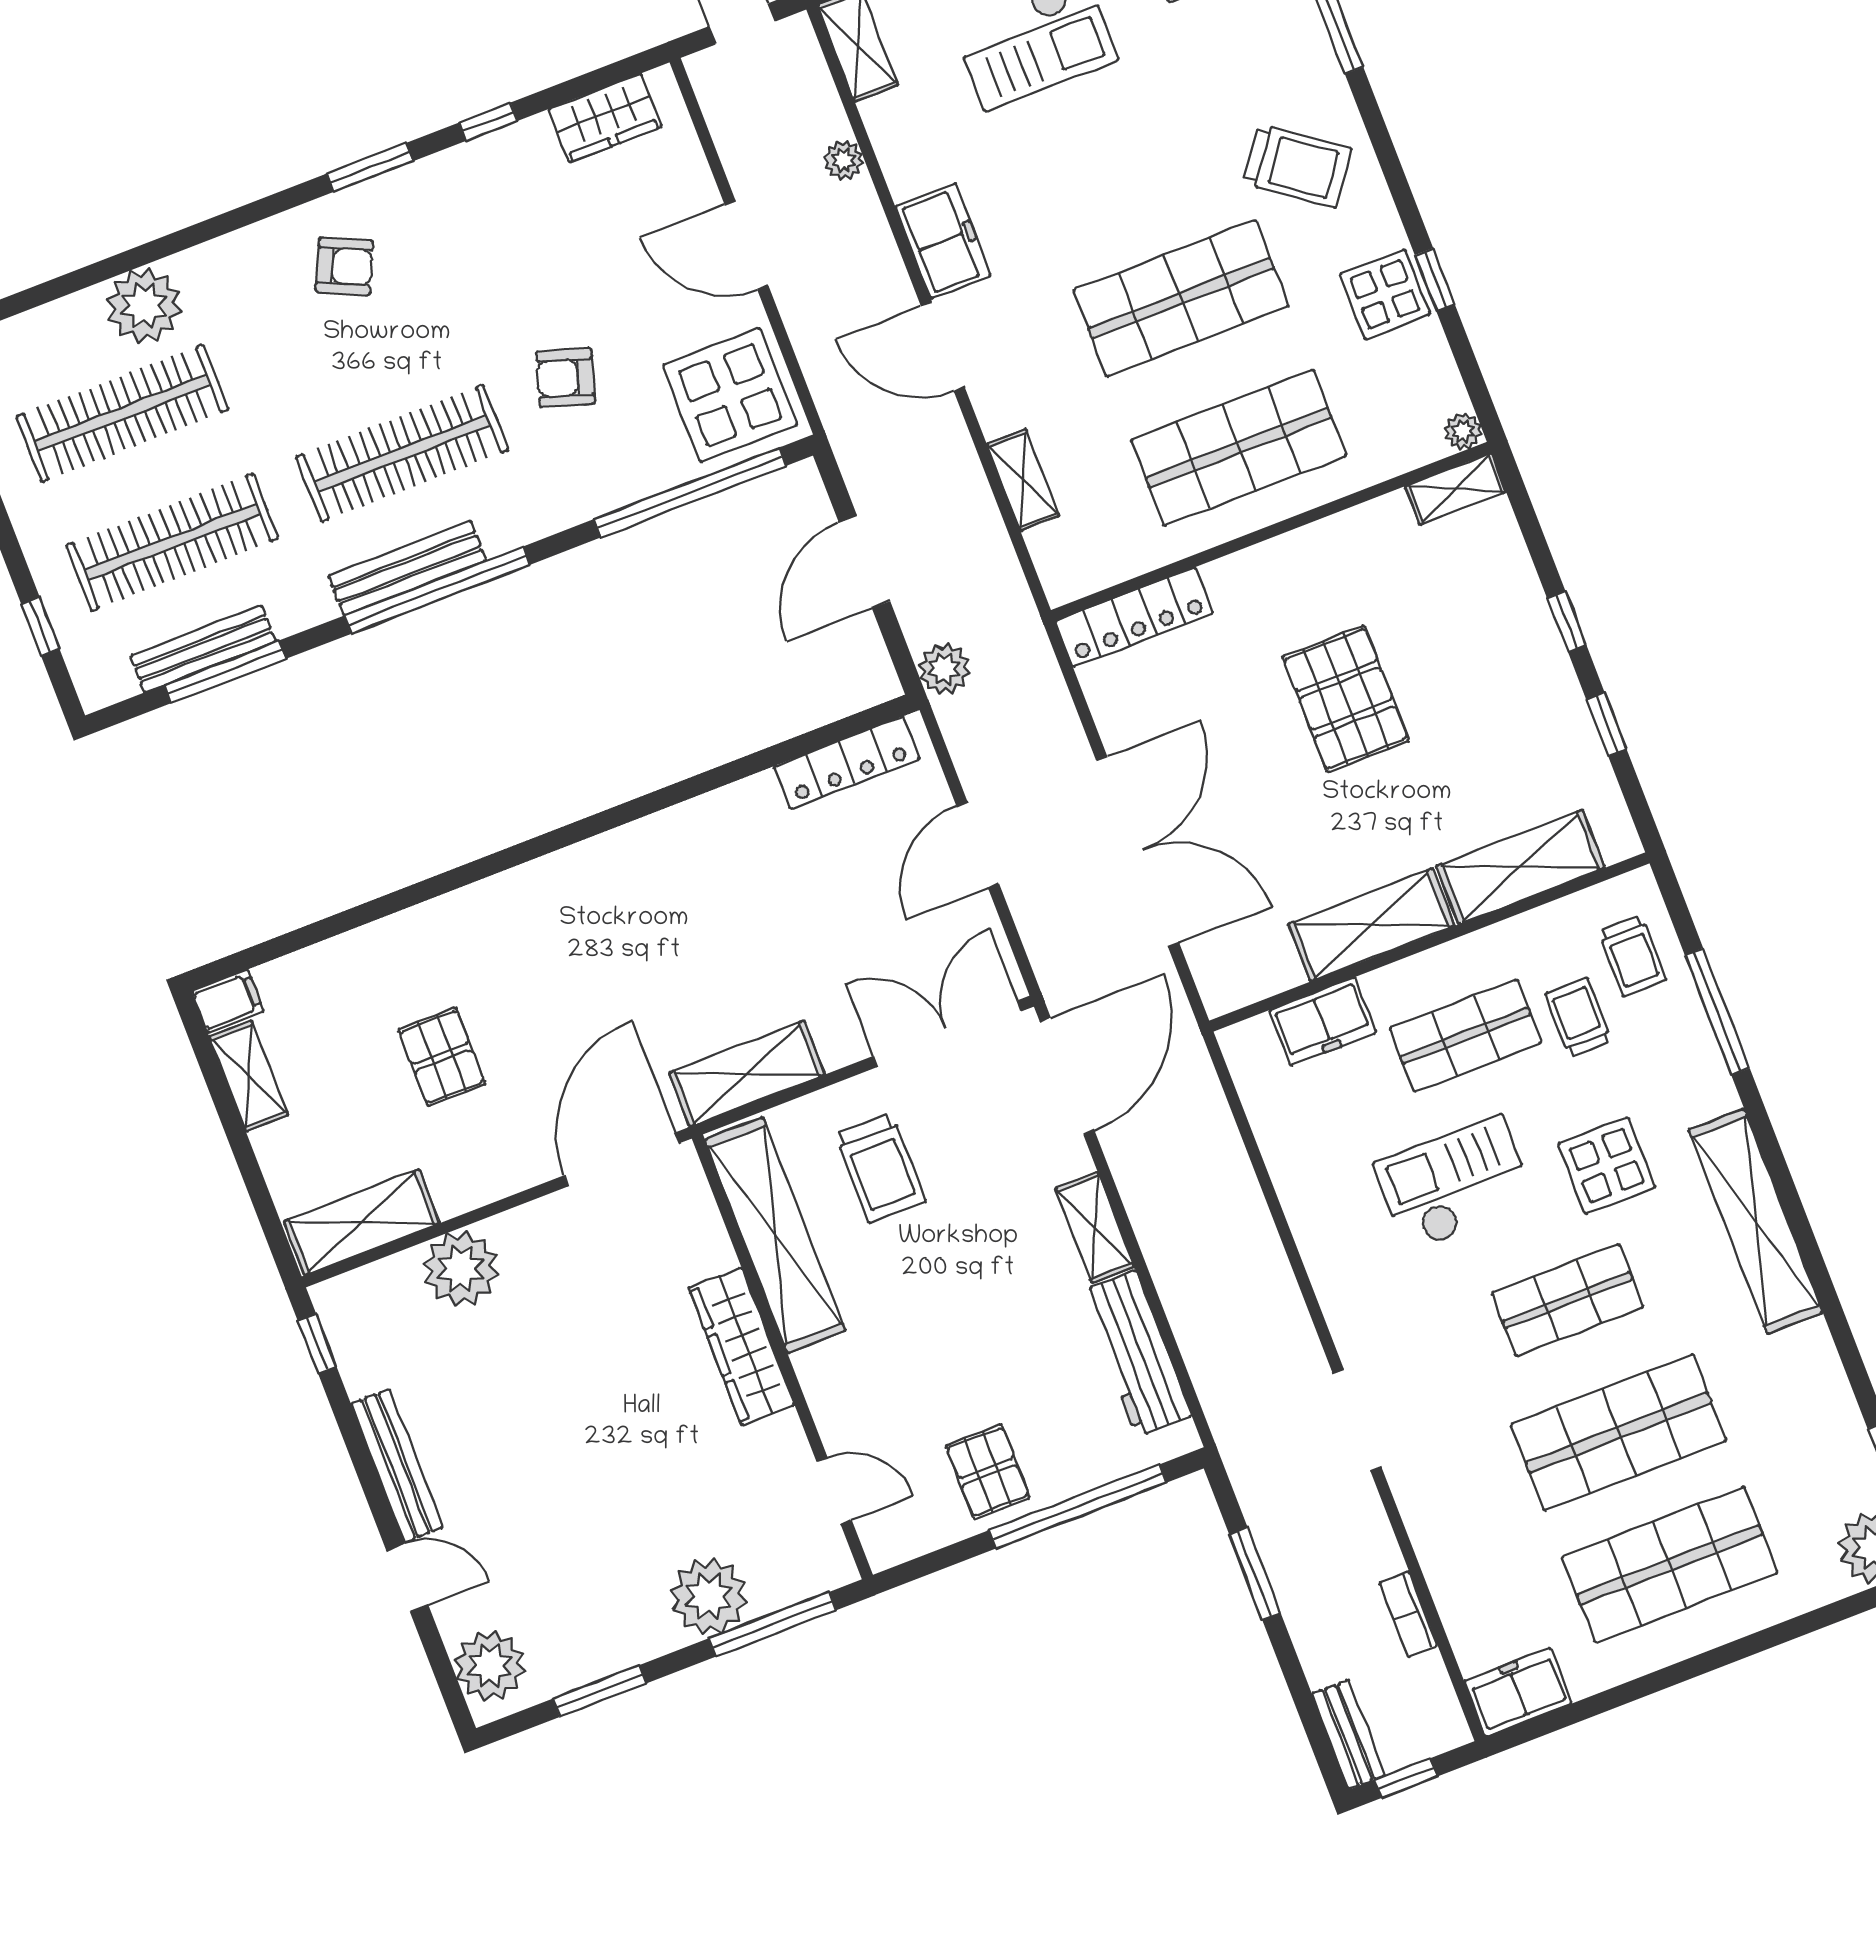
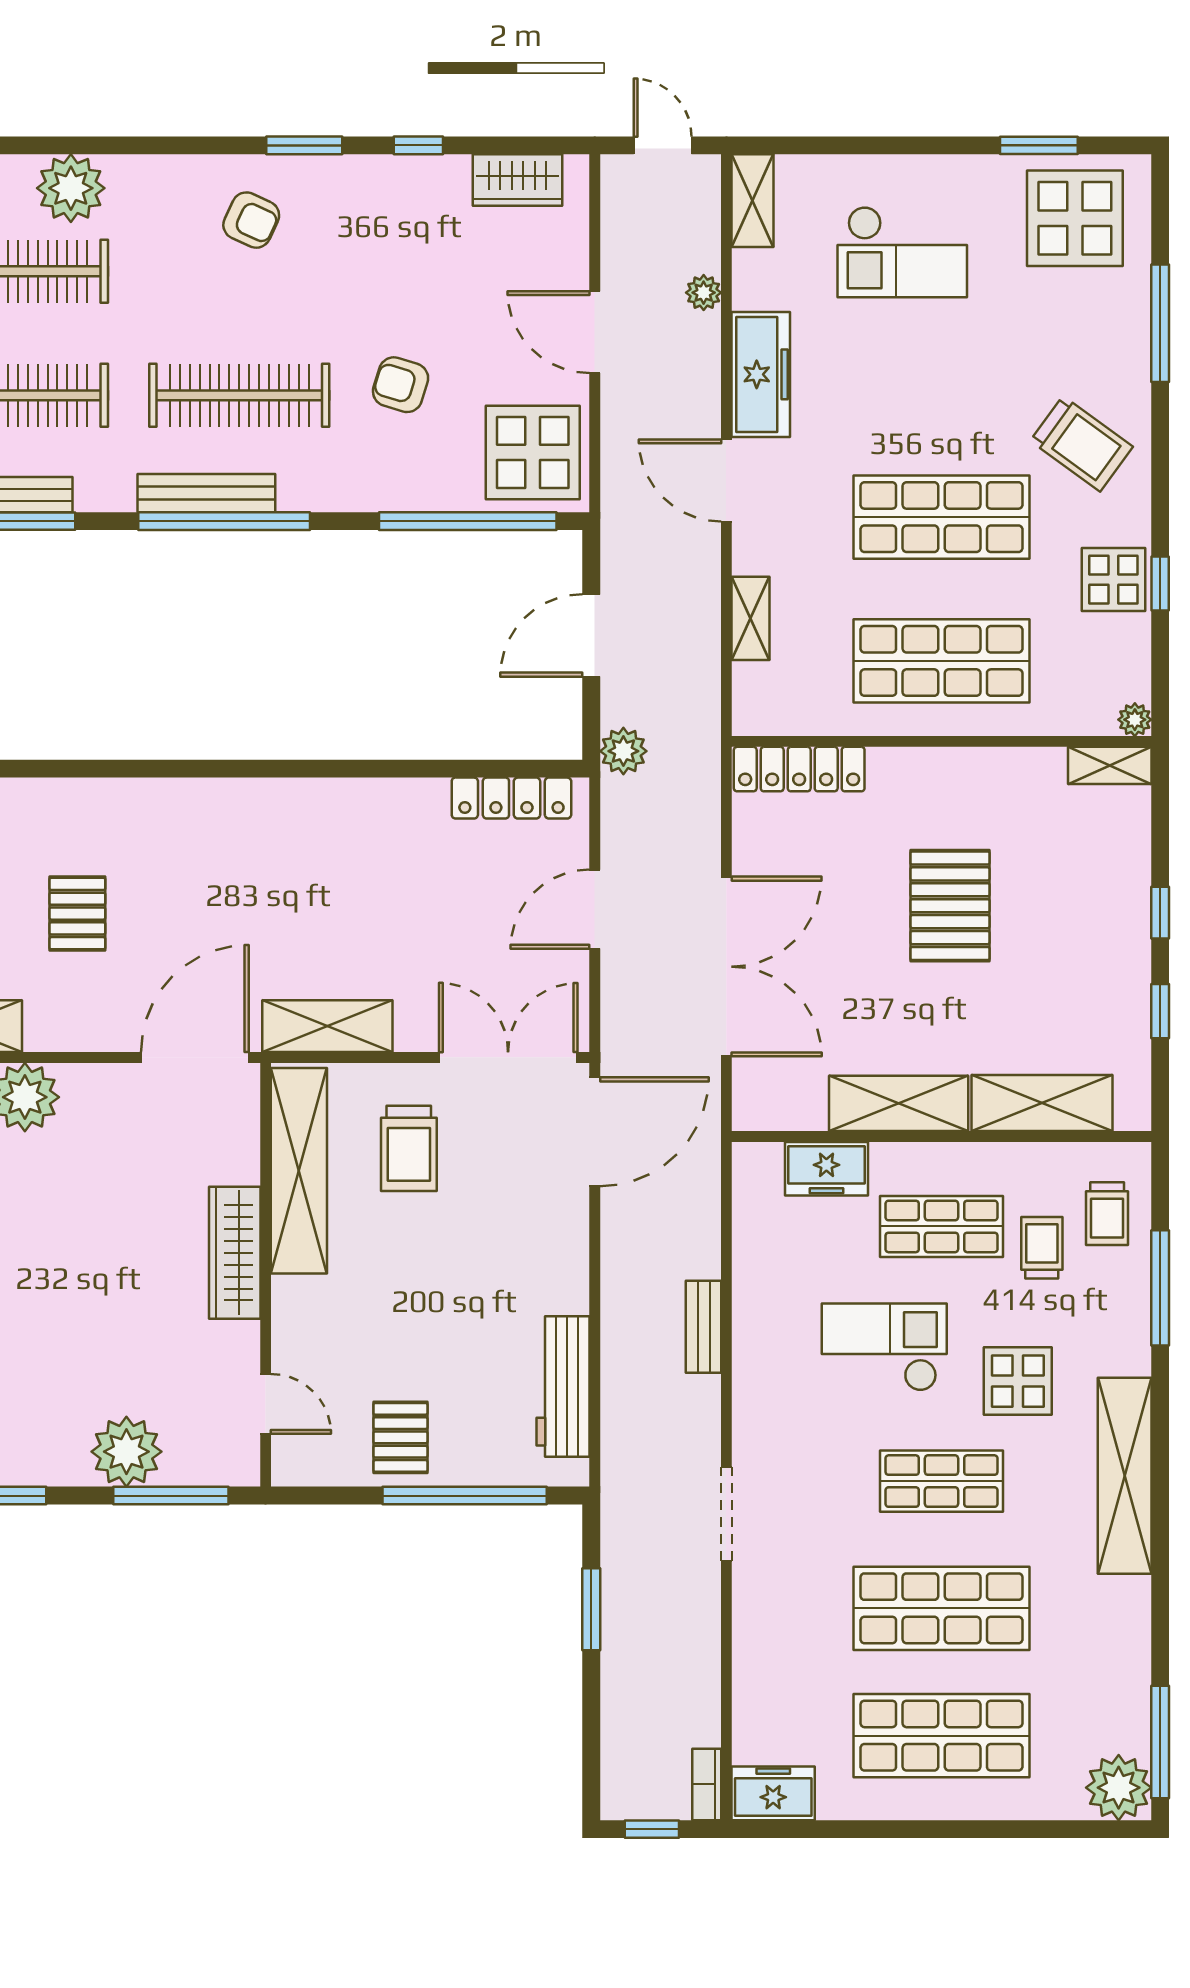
freezer: (943, 241) -> (761, 374), width x1.40
shelving: (1095, 1227) -> (569, 1267), removed
bookcase: (1409, 1614) -> (707, 1784), moved
bench: (1349, 1735) -> (704, 1327), moved

